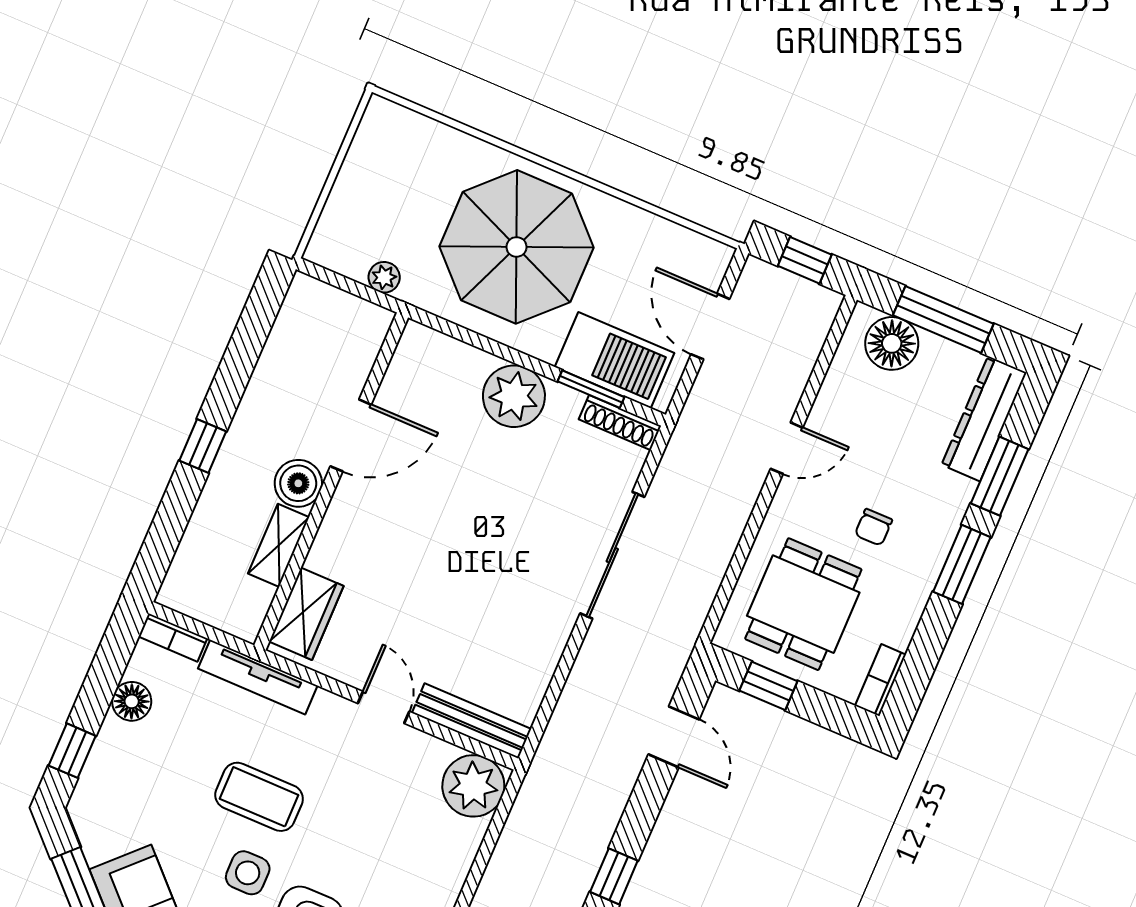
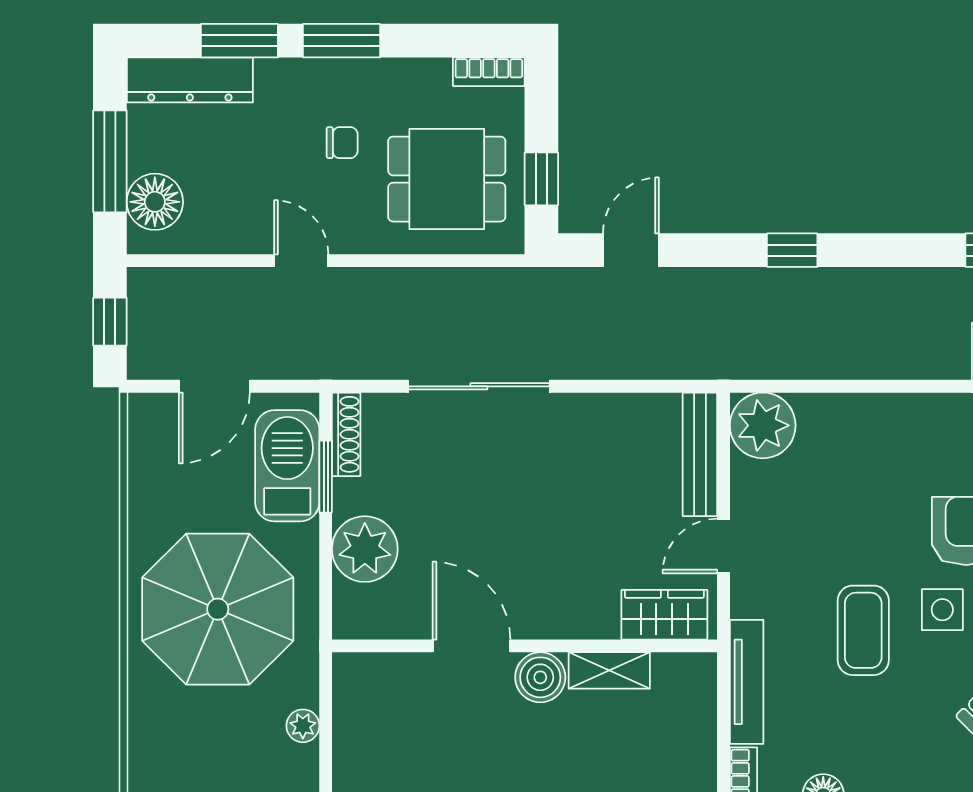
door: (351, 435) -> (471, 646), moved
wall: (331, 481) -> (525, 646), moved
boiler: (298, 483) -> (540, 677), moved
shelving: (279, 545) -> (609, 670), moved
wardrobe: (306, 614) -> (664, 615), moved

